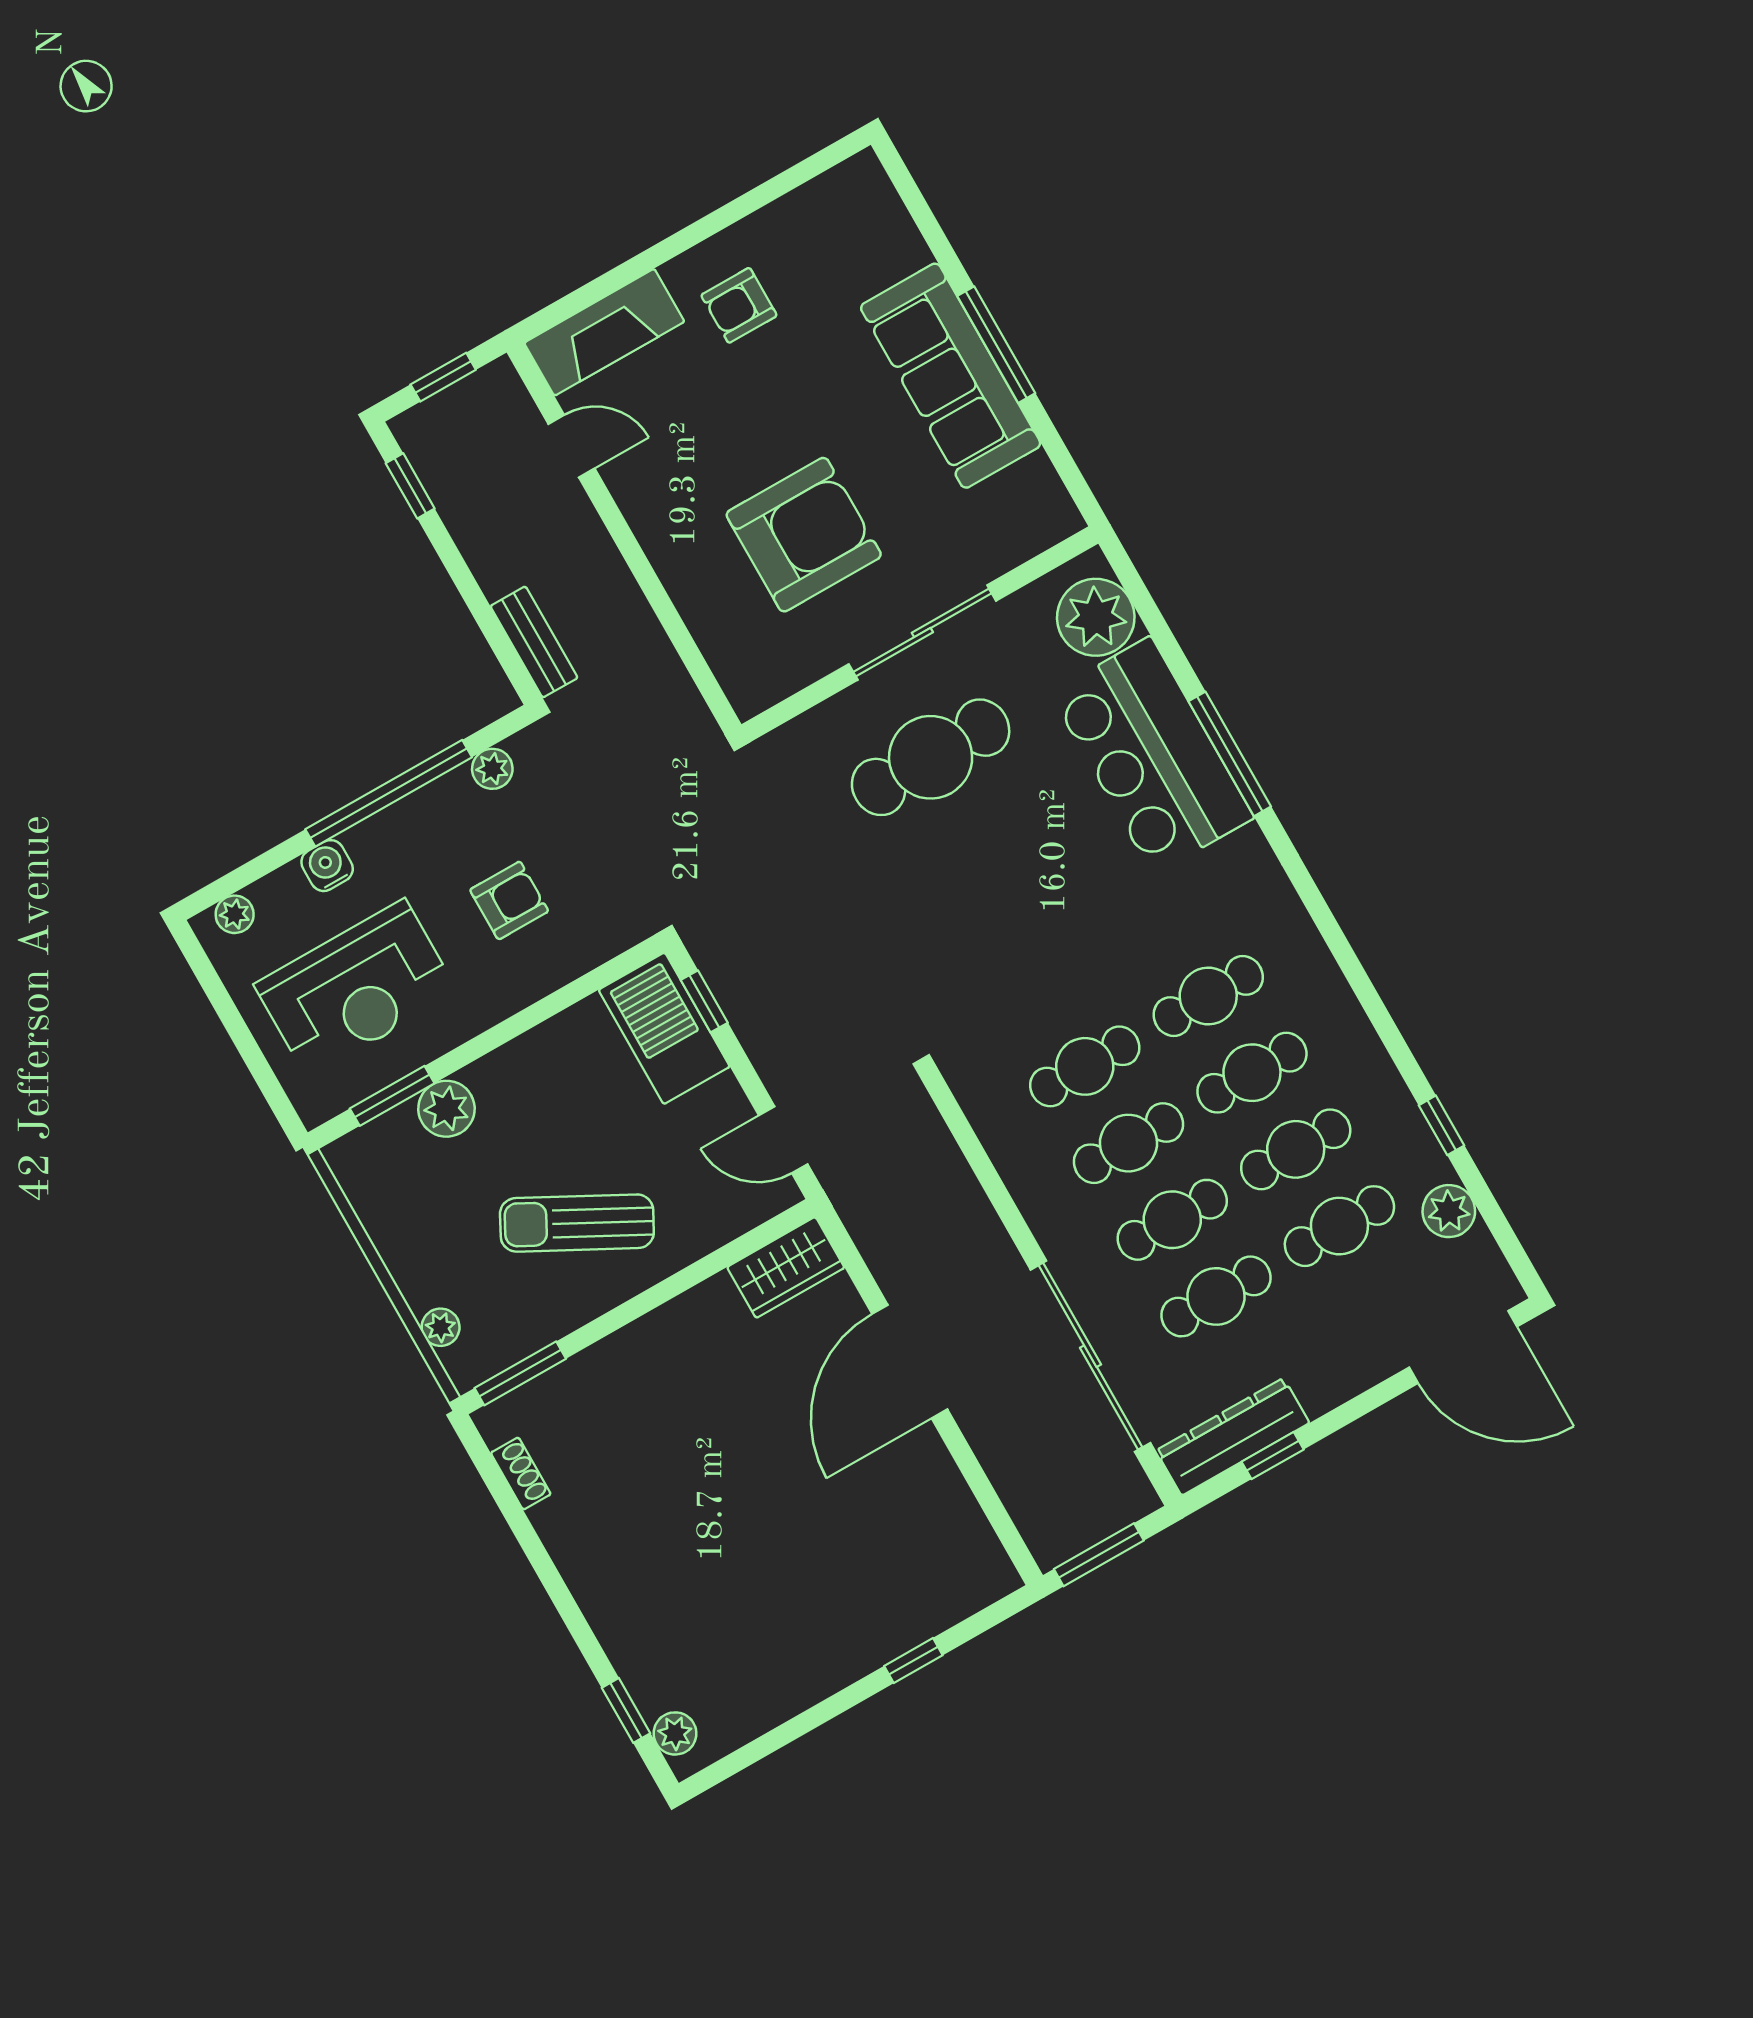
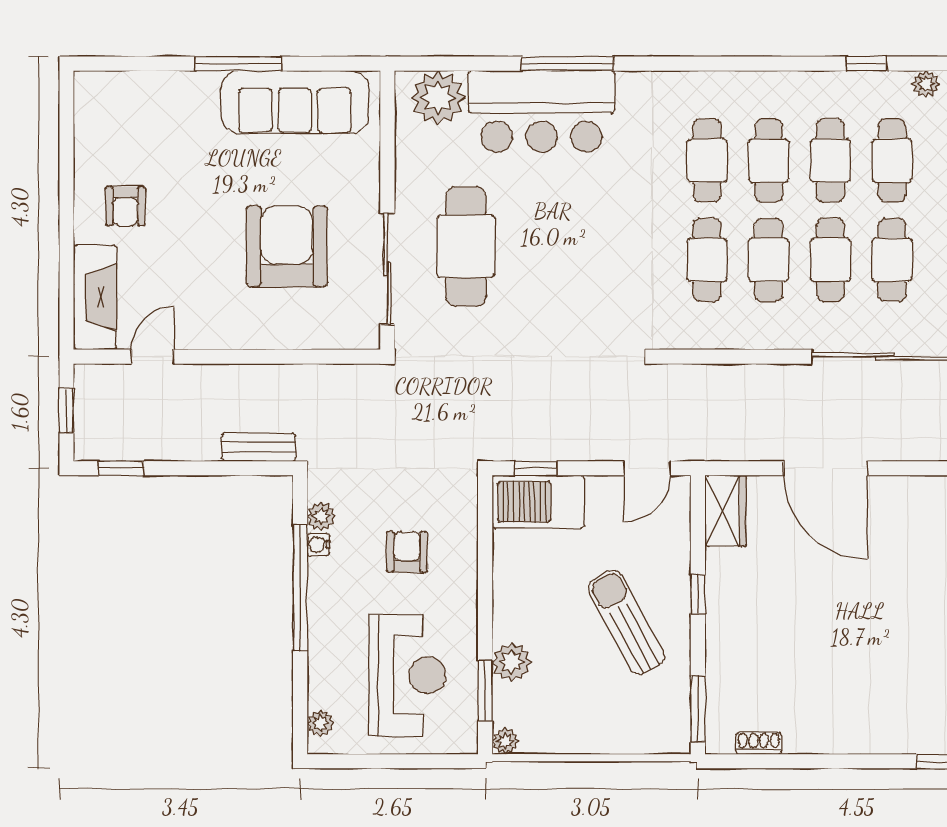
sofa: (951, 376) -> (295, 102), moved
sliding door: (922, 633) -> (387, 269), moved
water cooler: (327, 866) -> (318, 545), moved, width x0.72, depth x0.72
plant: (1449, 1211) -> (926, 84), width x0.73, depth x0.73
sun lounger: (577, 1223) -> (626, 622), turned 124
window: (663, 1292) -> (698, 594), added
plant: (441, 1327) -> (505, 741), moved

